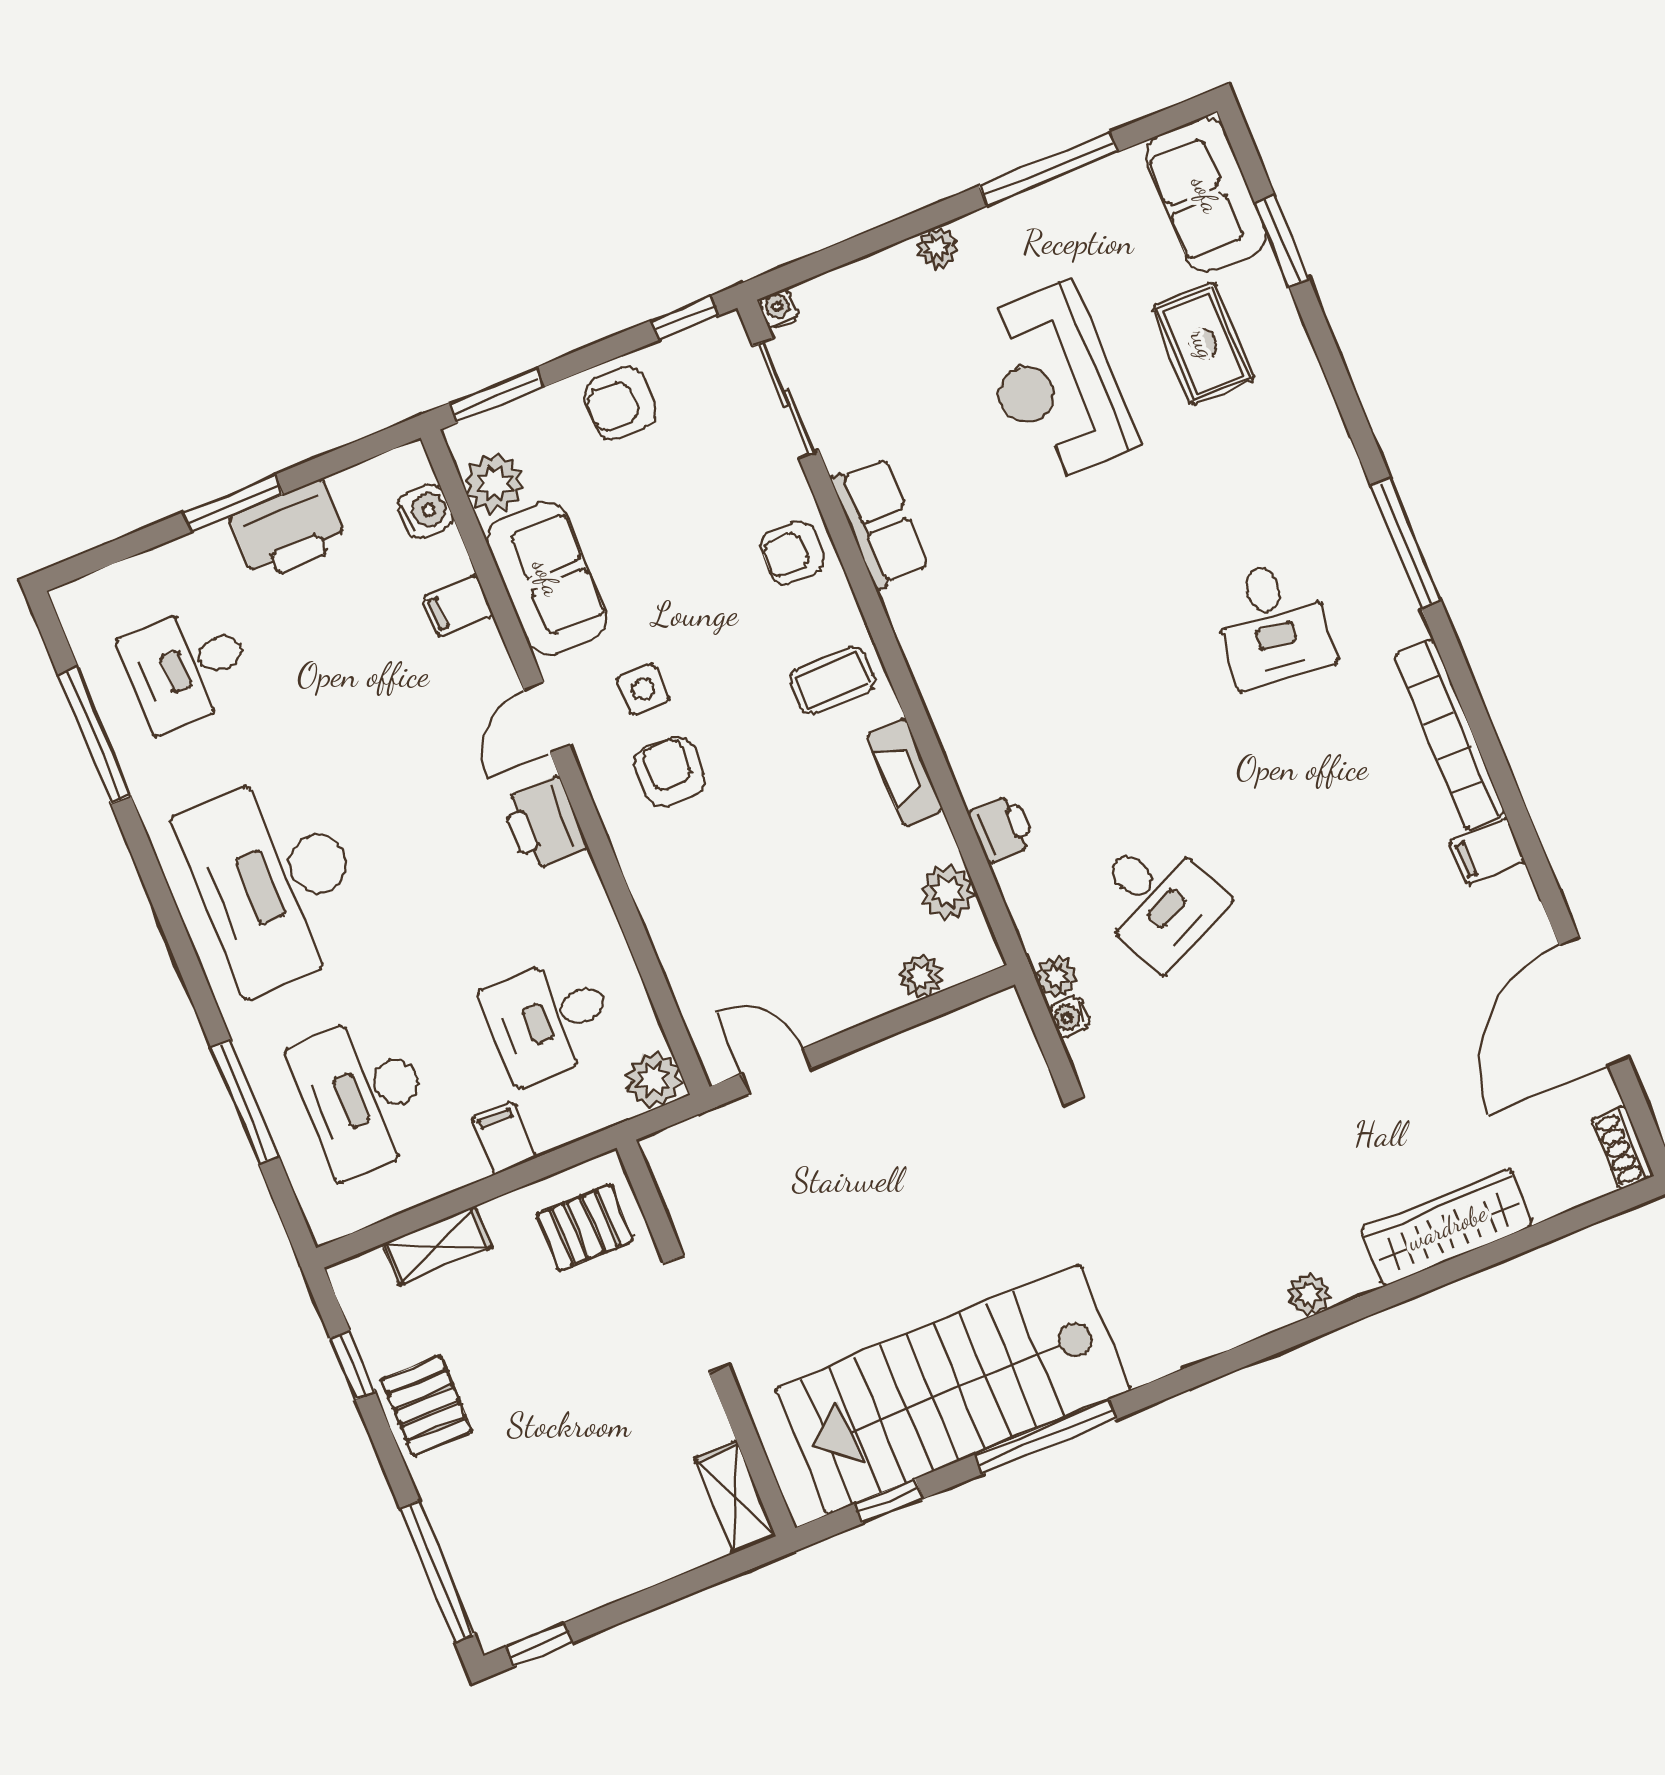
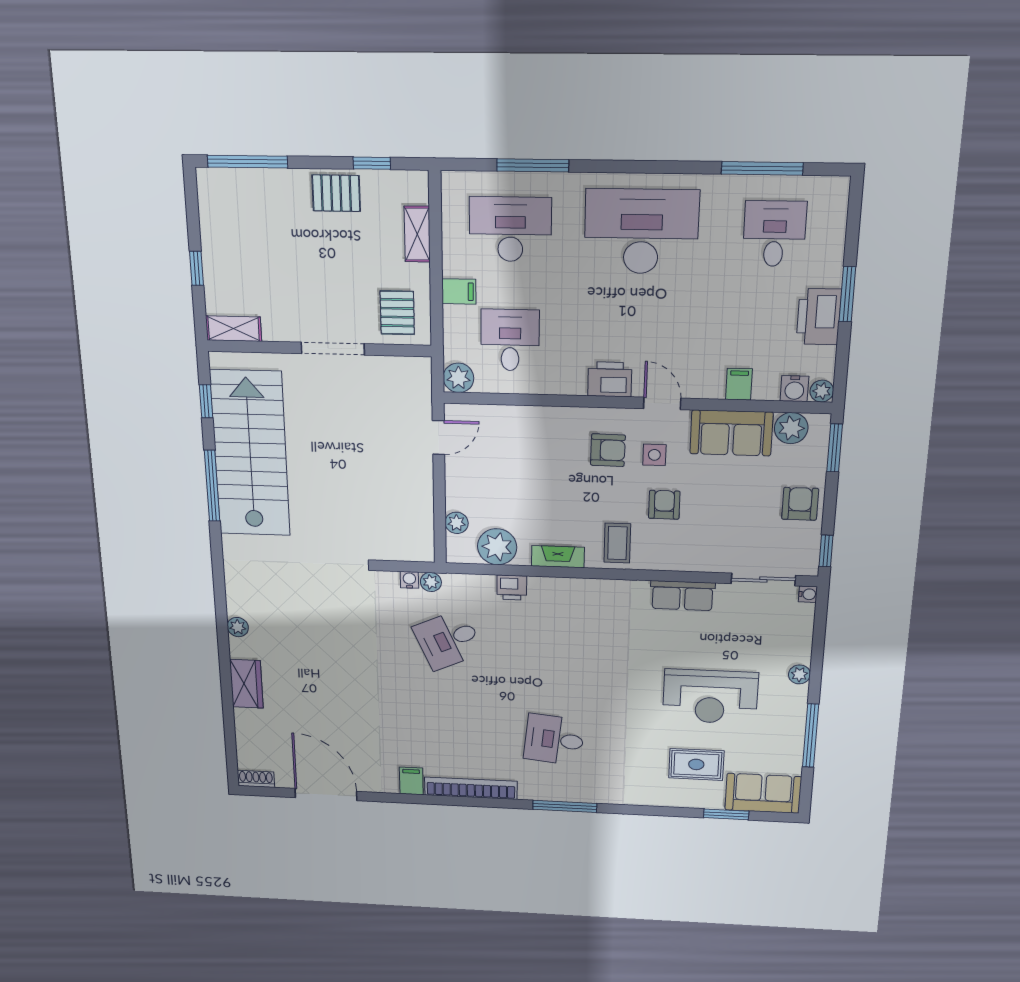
reception desk: (1054, 383) -> (710, 697), turned 180
plant: (409, 465) -> (822, 391), added
armchair: (792, 552) -> (664, 505), moved
plant: (947, 892) -> (497, 547), width x1.36, depth x1.36
wardrobe: (1447, 1227) -> (246, 684), width x0.67
window: (539, 1645) -> (197, 268), moved

